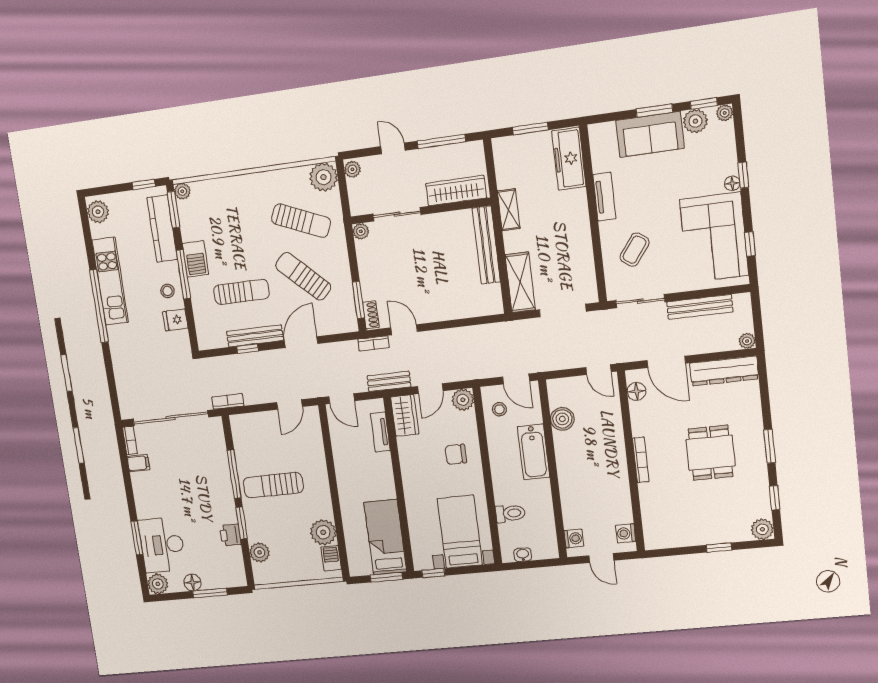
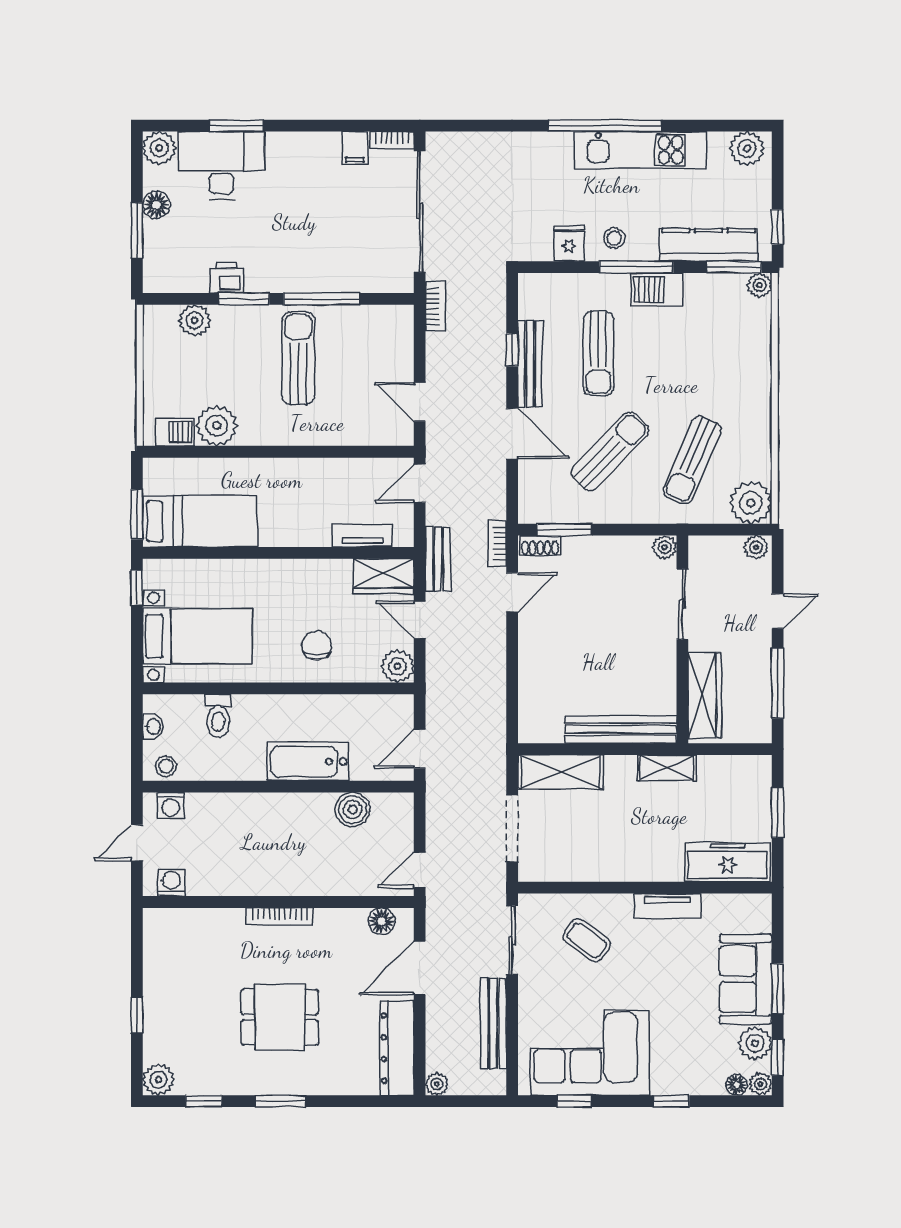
floor lamp: (732, 183) -> (737, 1085), moved
stool: (499, 409) -> (166, 766), moved

